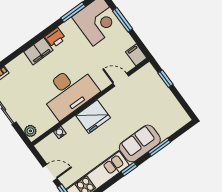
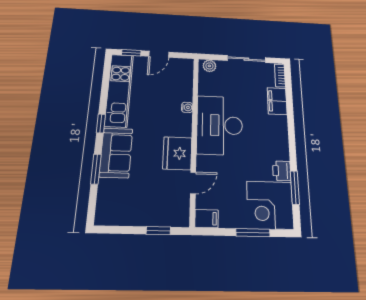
printer: (55, 38) -> (282, 171), moved
filing cabinet: (38, 51) -> (277, 101), moved
fridge: (93, 117) -> (177, 153), moved
water cooler: (60, 133) -> (187, 107), moved

